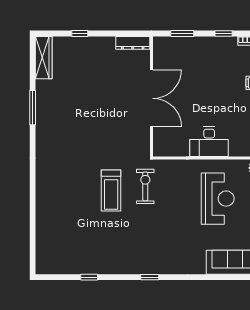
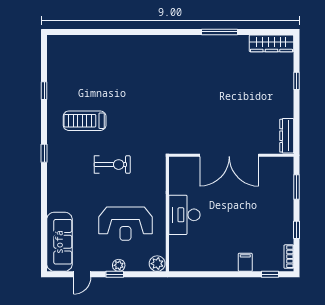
exercise bike: (145, 186) -> (112, 165), moved
treadmill: (111, 190) -> (85, 121), moved

